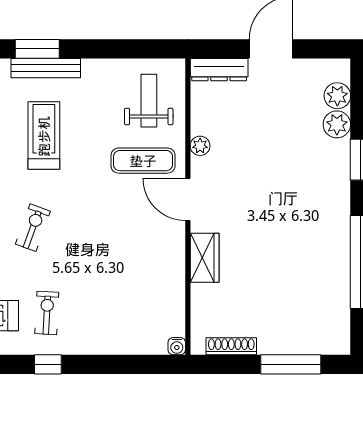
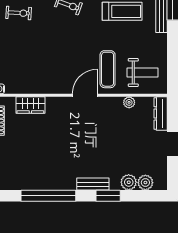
plant: (200, 146) -> (129, 102), moved
bench: (340, 186) -> (93, 184), added
wardrobe: (205, 258) -> (30, 105), moved

